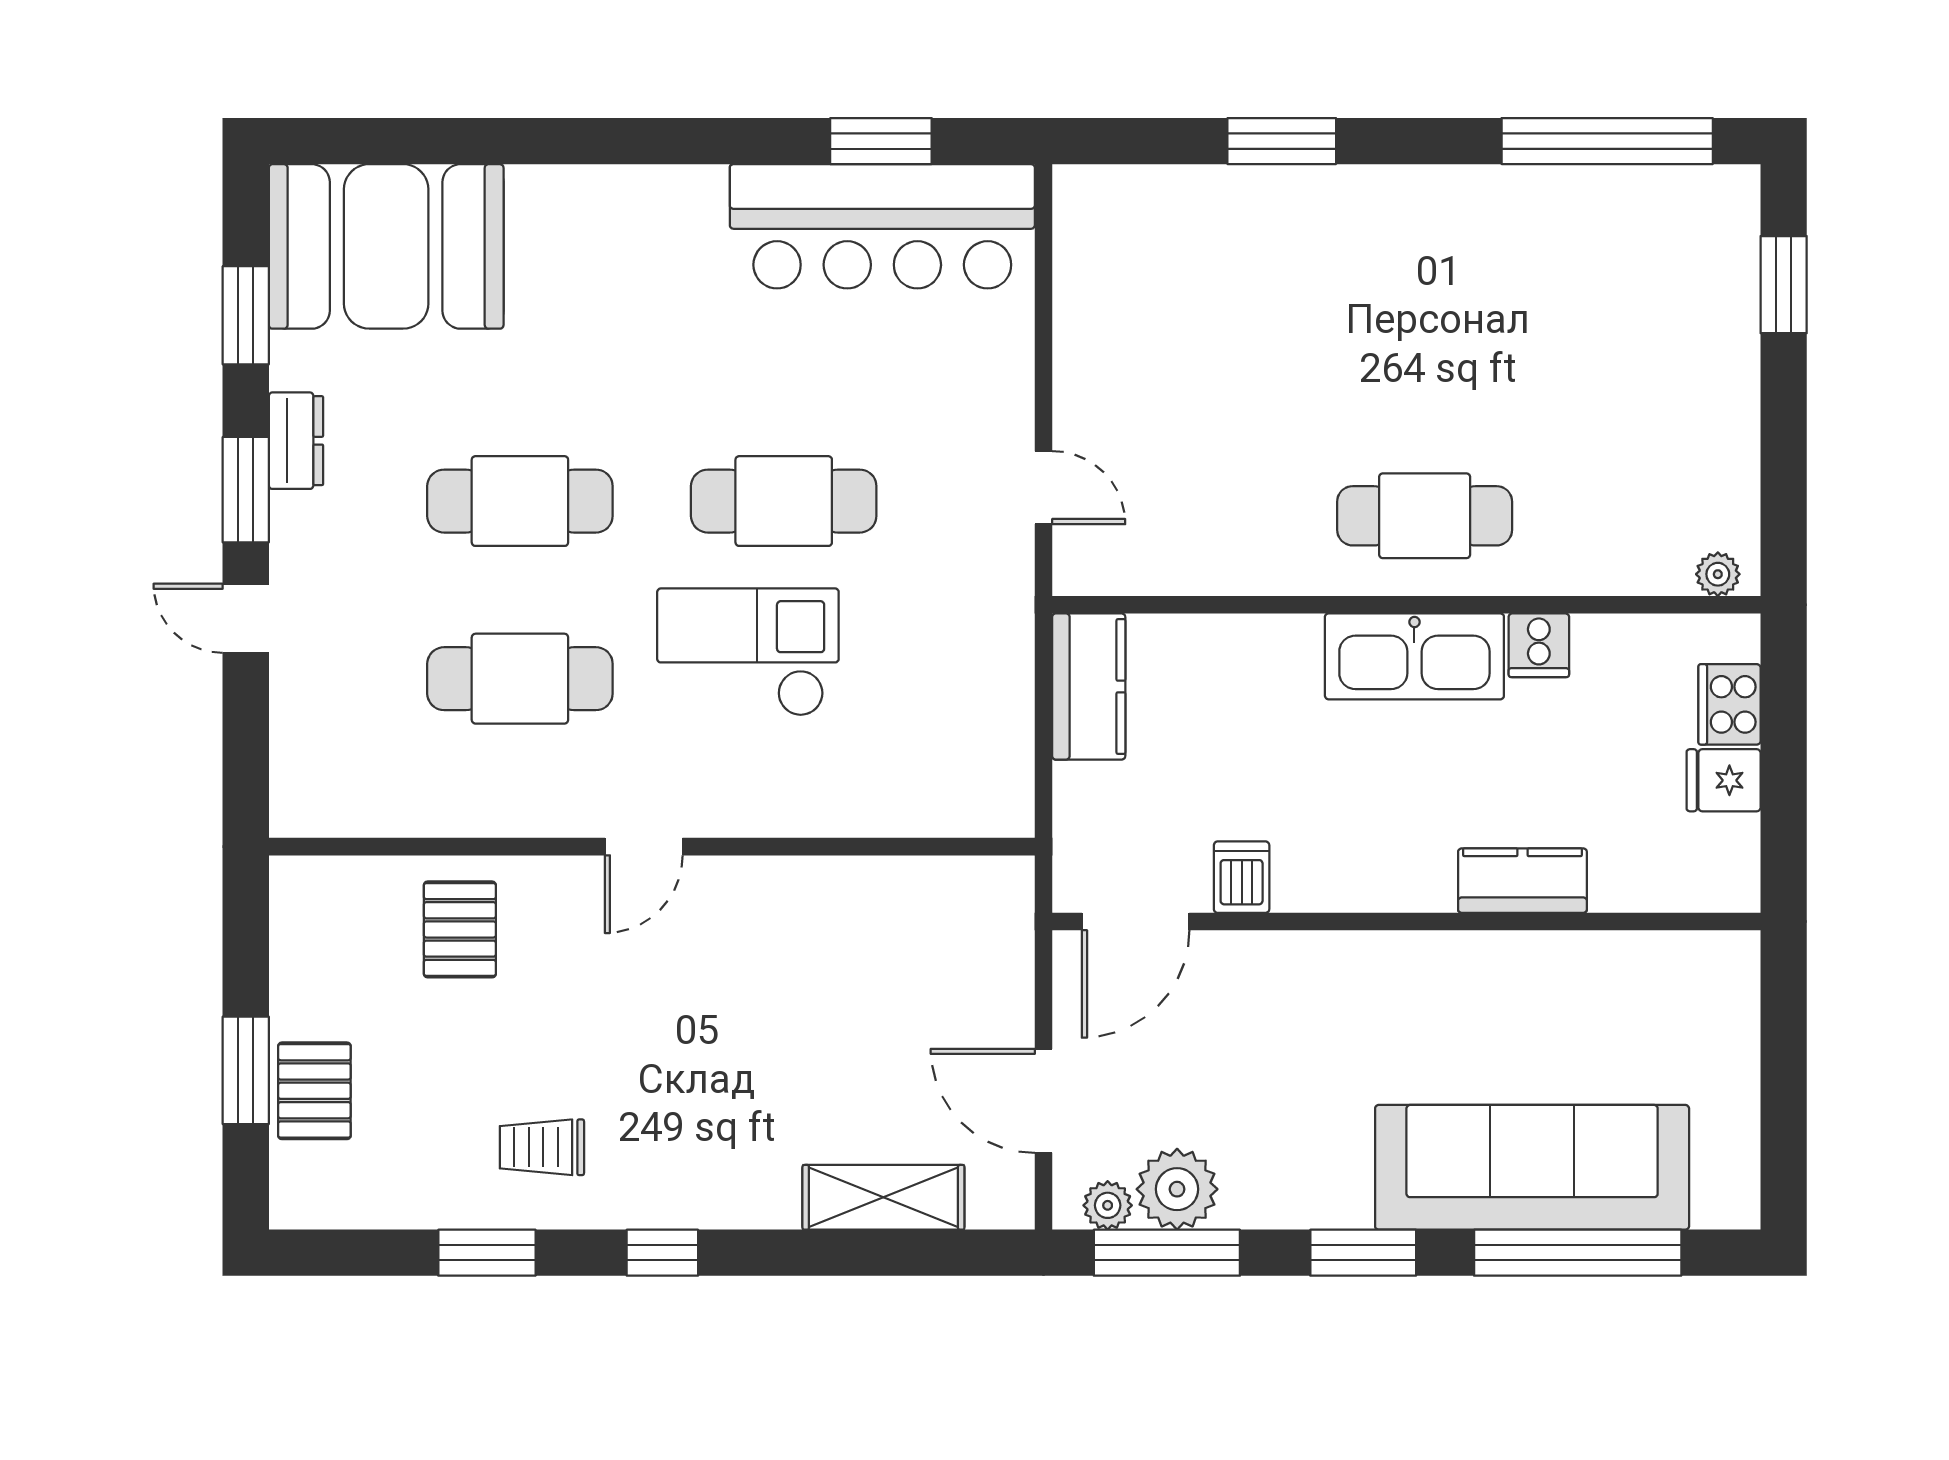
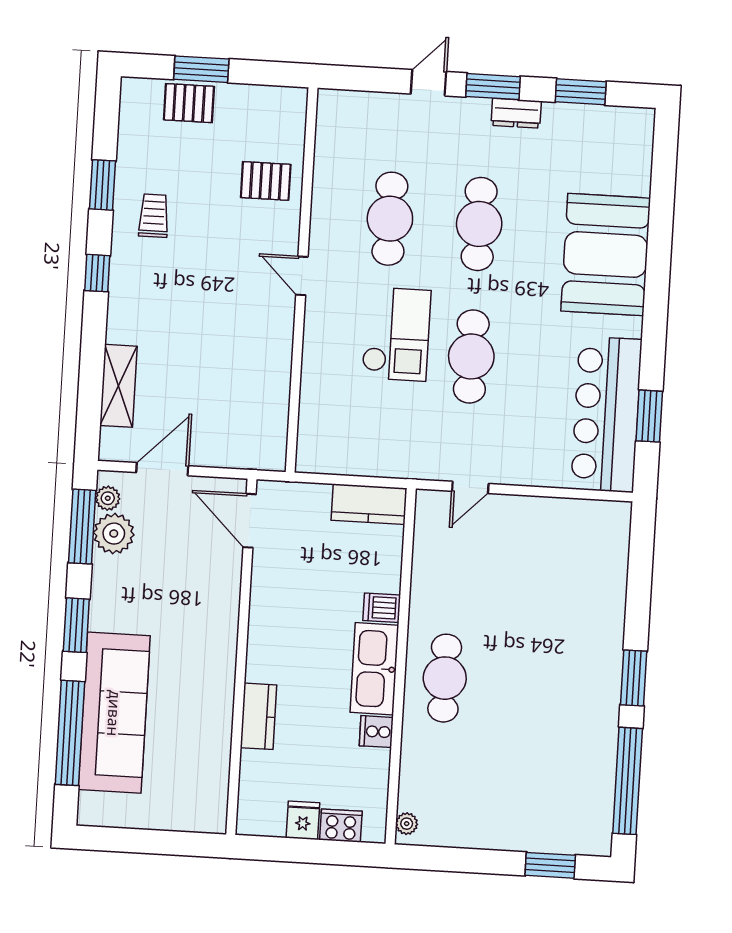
window: (1282, 141) -> (634, 678), moved
booth: (386, 246) -> (606, 255), moved
dishwasher: (1242, 877) -> (382, 608), moved, turned 180

